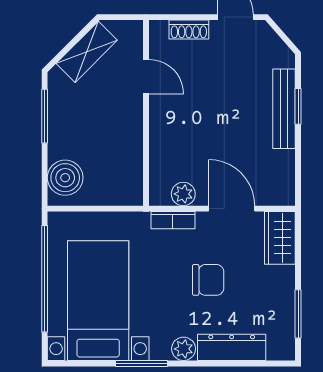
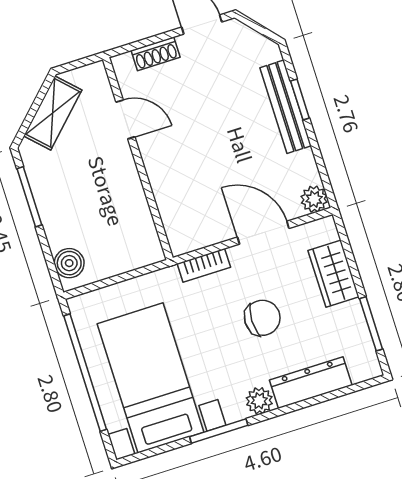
boiler: (65, 178) -> (69, 263), width x0.73, depth x0.73
plant: (183, 194) -> (314, 199), moved
wardrobe: (280, 238) -> (334, 274), moved

